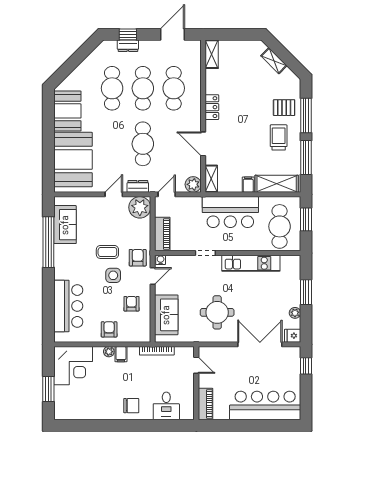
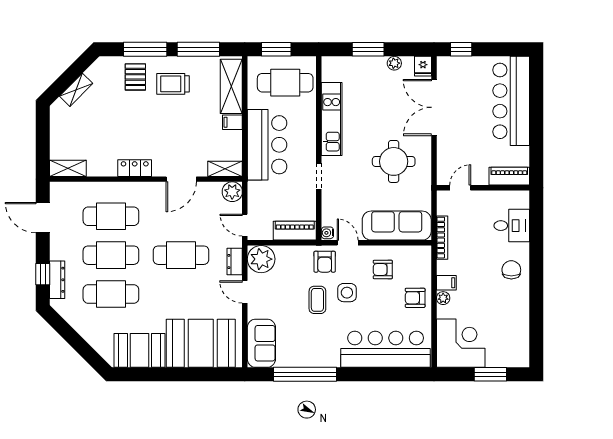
dresser: (128, 46) -> (57, 280), width x1.44
sofa: (65, 225) -> (261, 343), moved, turned 90
armchair: (138, 258) -> (325, 262), turned -90
bar counter: (68, 306) -> (386, 349), width x1.36
sofa: (166, 315) -> (397, 226), width x1.36

